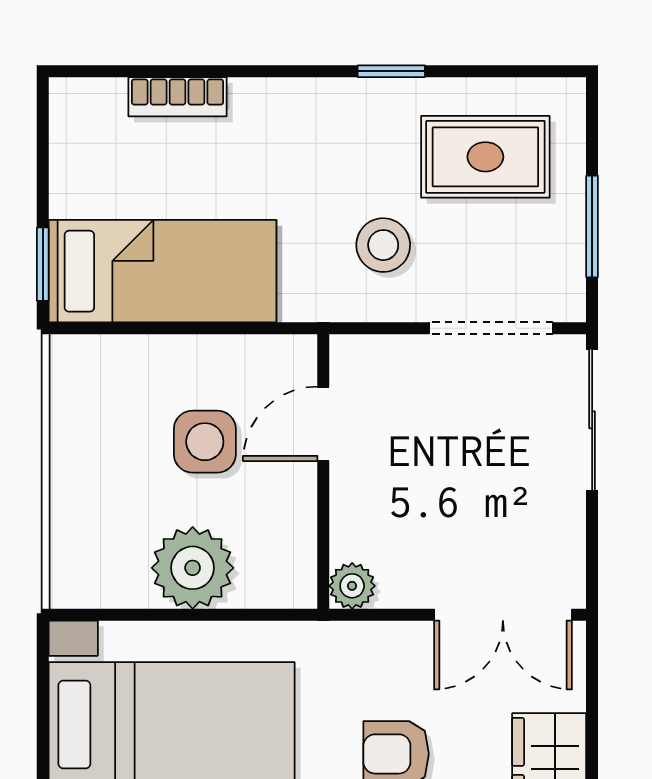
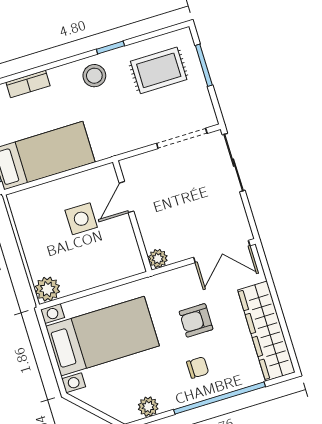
window: (592, 226) -> (204, 65), moved
stool: (383, 245) -> (94, 76), moved
plant: (193, 568) -> (47, 289), moved, width x0.73, depth x0.73

